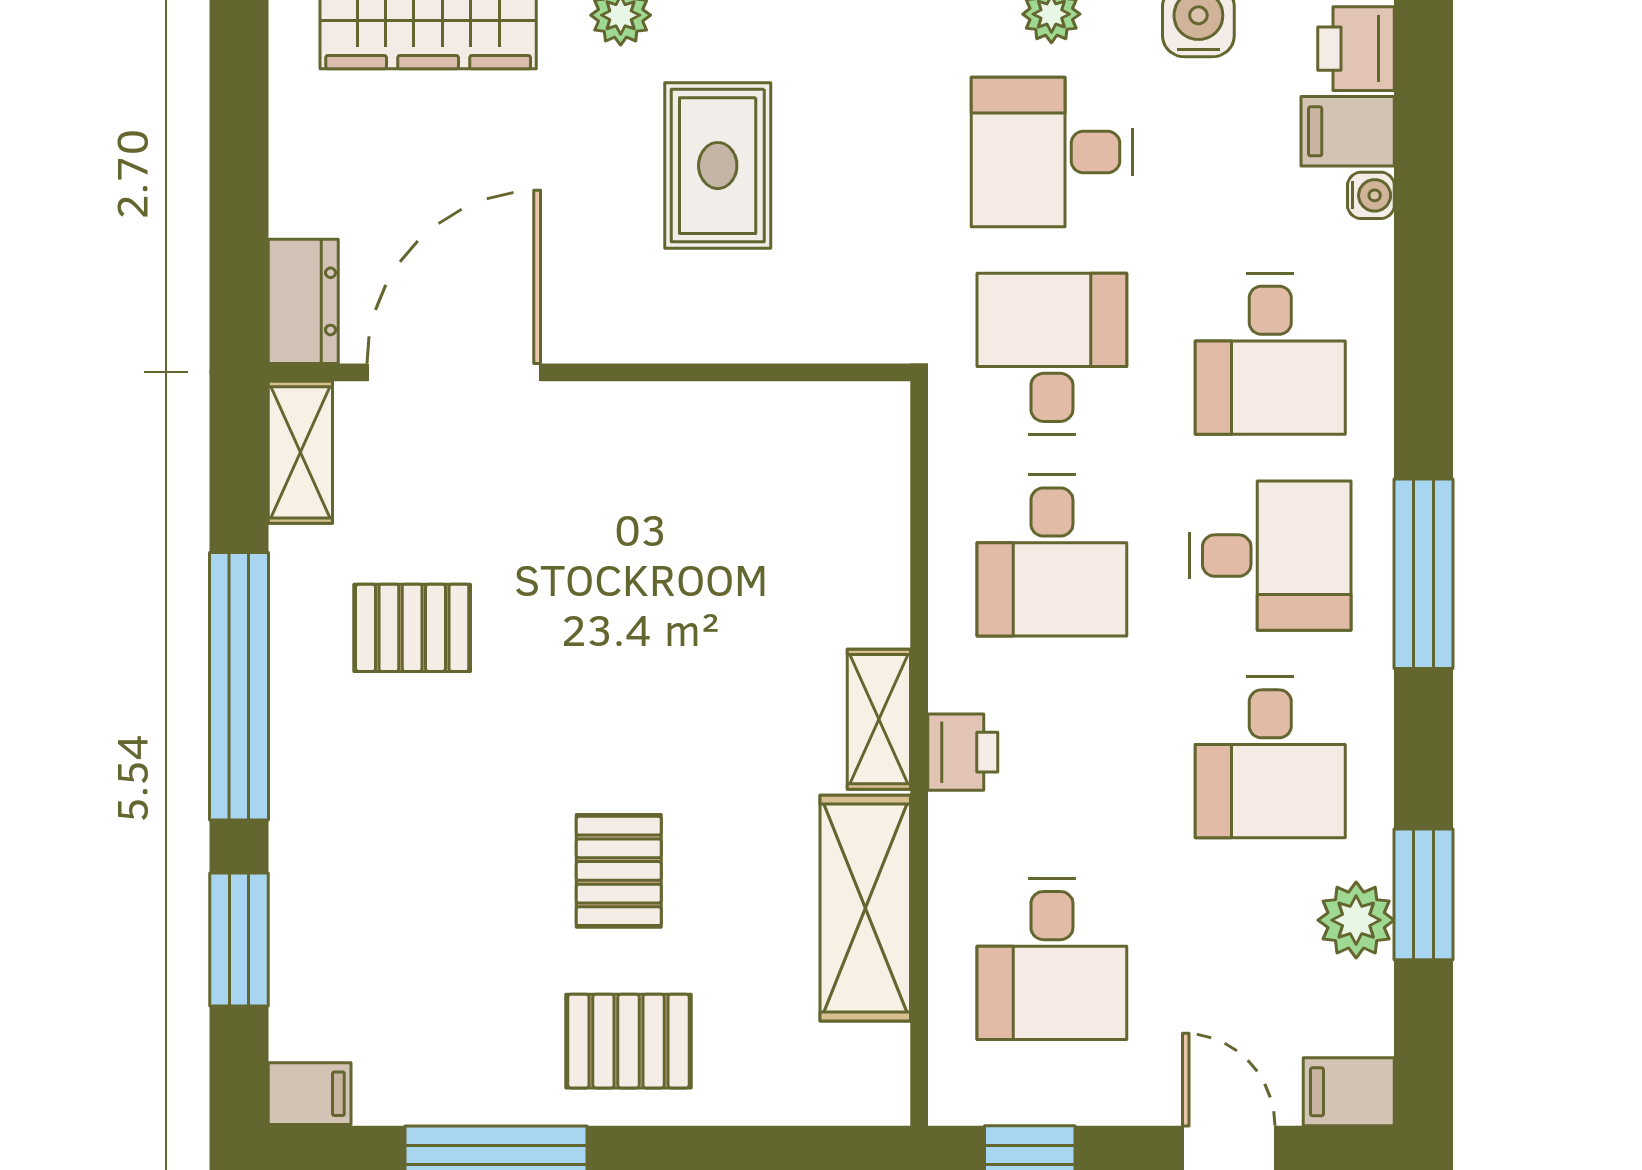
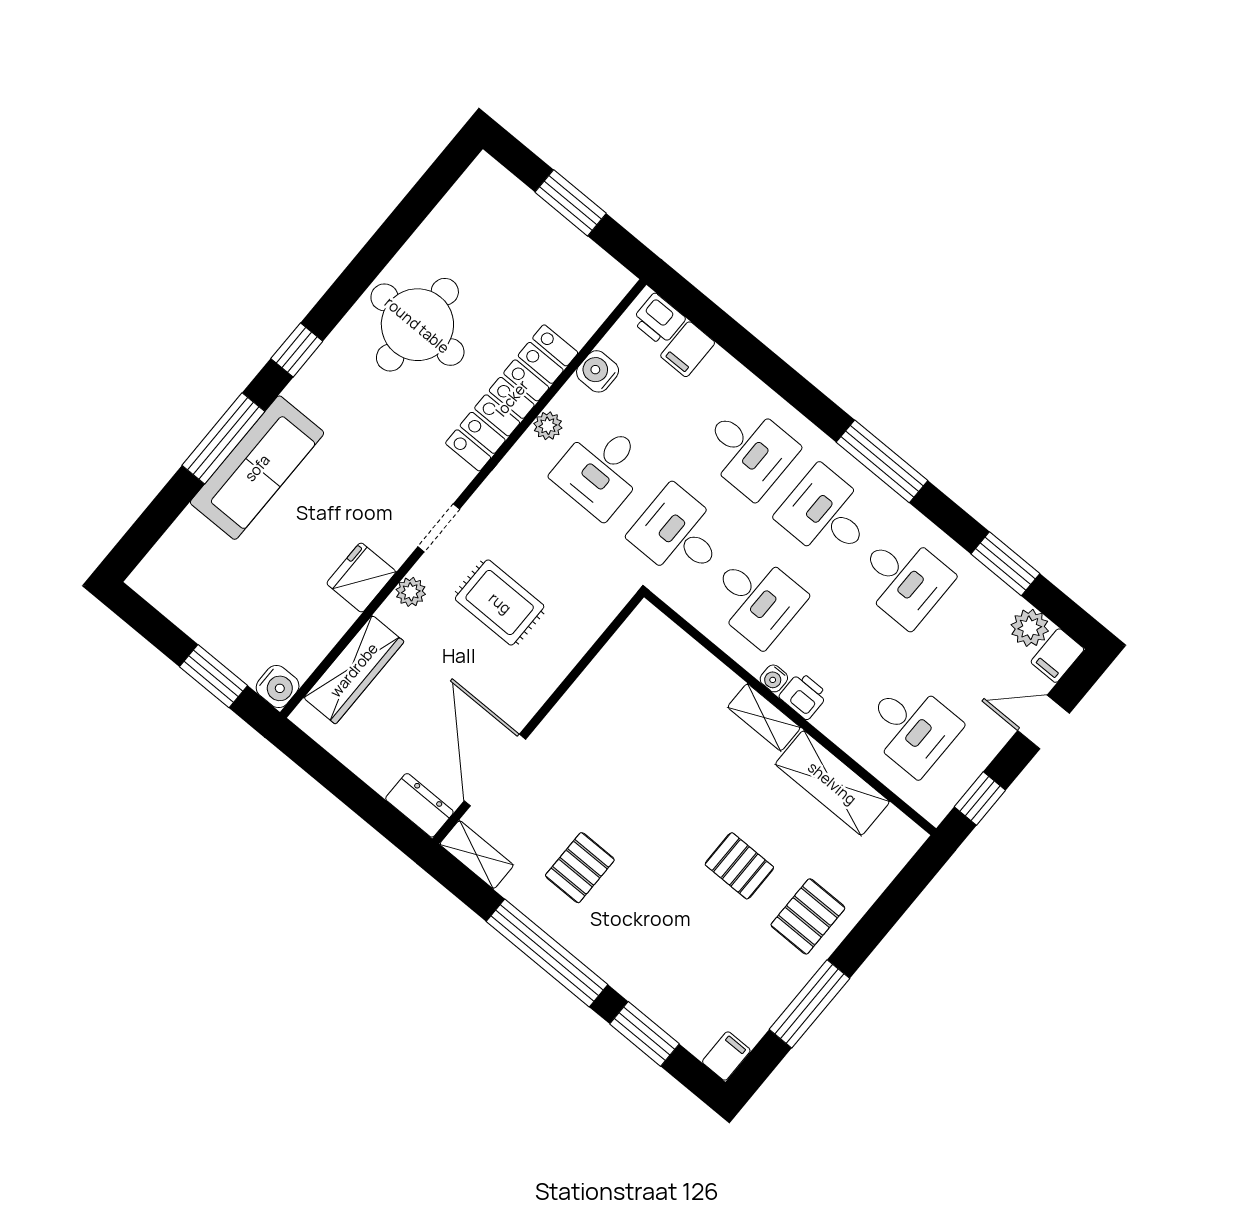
water cooler: (1371, 195) -> (774, 678), moved, turned 180
desk: (1270, 556) -> (826, 515), turned -90
plant: (1356, 920) -> (1030, 628), moved

